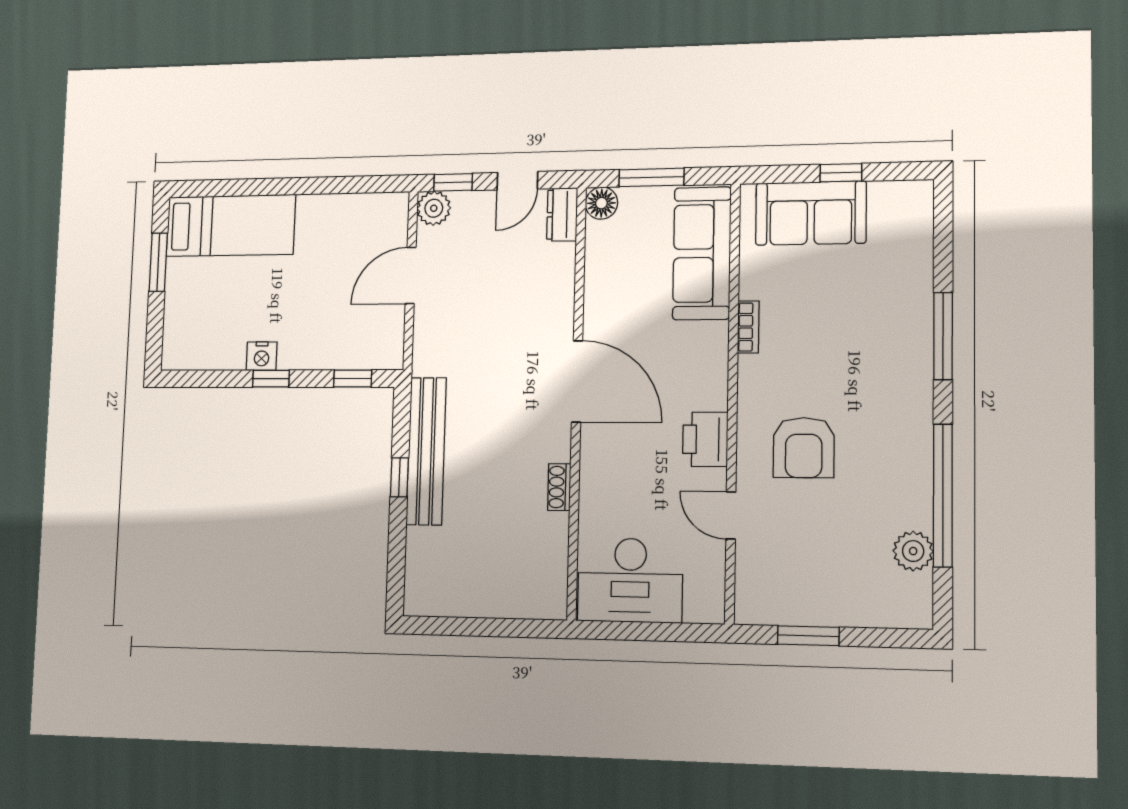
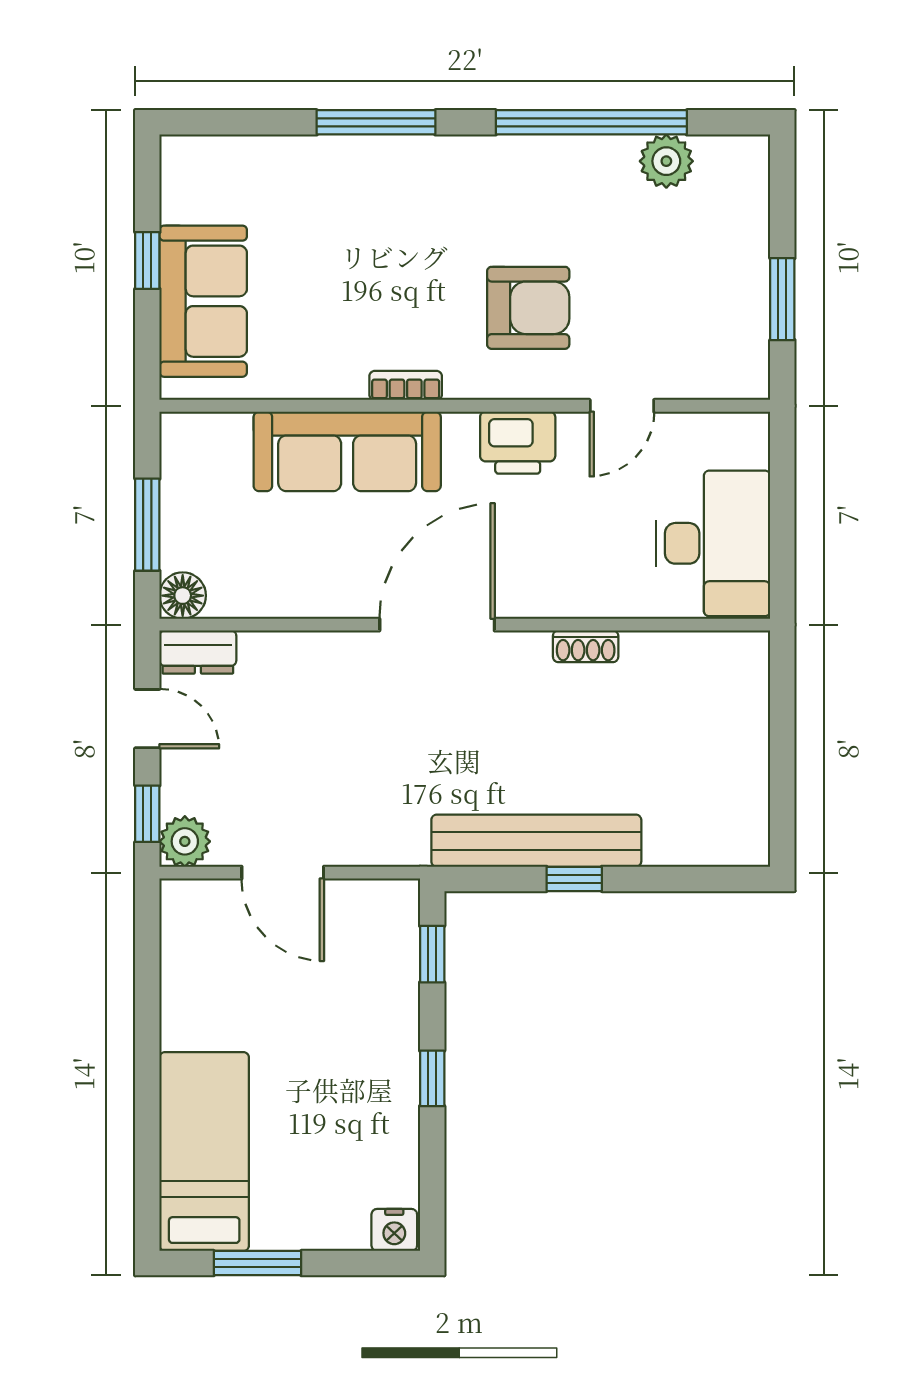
sofa: (702, 253) -> (347, 451), moved
bookcase: (748, 327) -> (406, 385), moved
nightstand: (262, 356) -> (394, 1230), moved, turned 90

